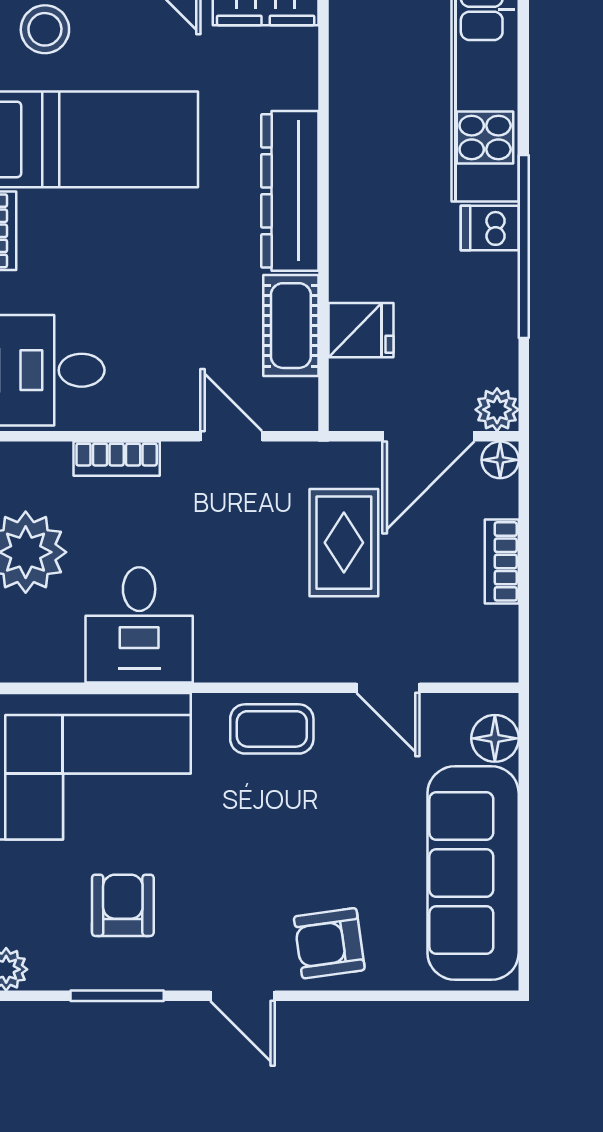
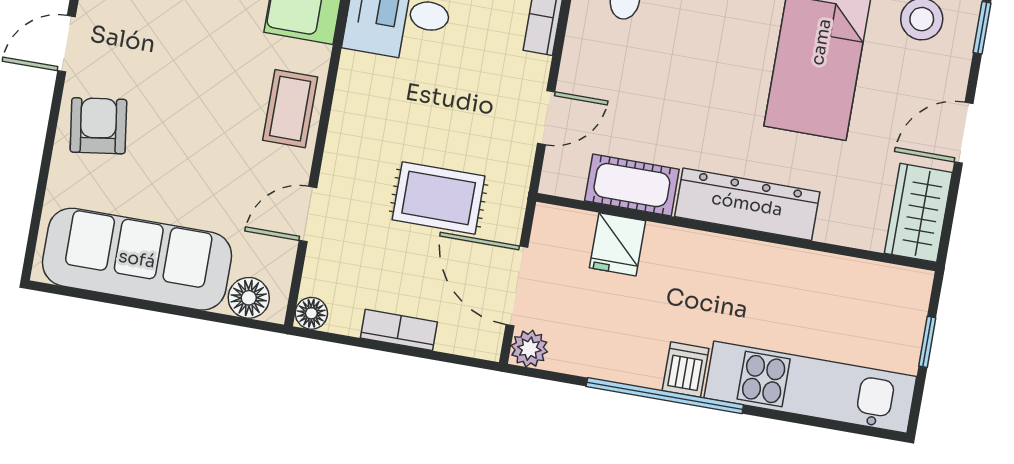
floor lamp: (500, 460) -> (311, 313), moved

